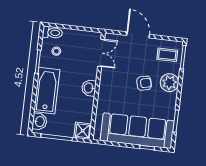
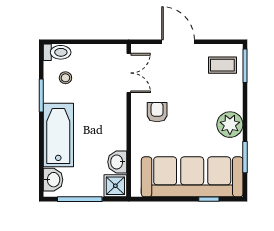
armchair: (144, 83) -> (157, 112), moved, turned -77
plant: (169, 83) -> (230, 125), moved
washbasin: (89, 88) -> (117, 162), moved

